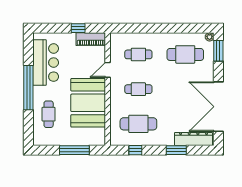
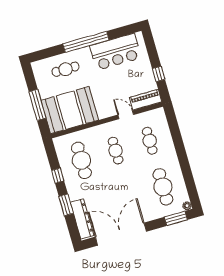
piano: (91, 39) -> (146, 100), moved, turned 90
booth: (88, 103) -> (70, 110), moved
window: (135, 150) -> (58, 176), moved

